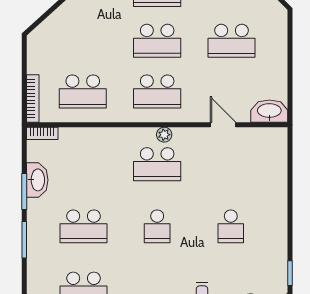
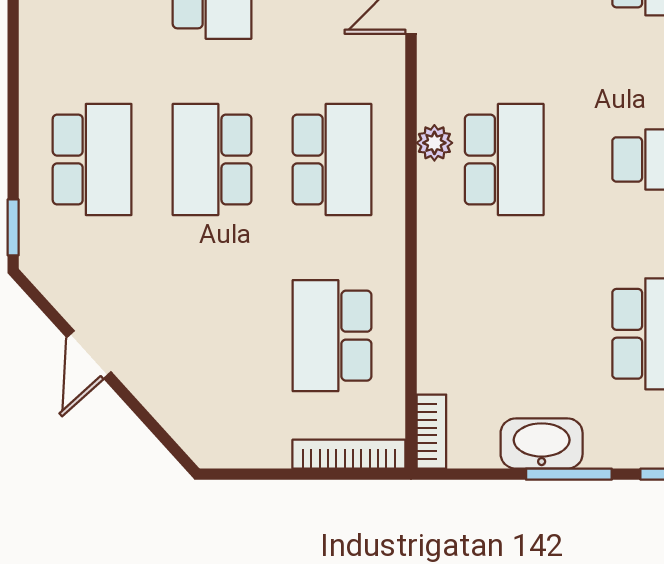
school desk: (157, 41) -> (212, 159), turned 180
school desk: (83, 91) -> (332, 336), turned 180

